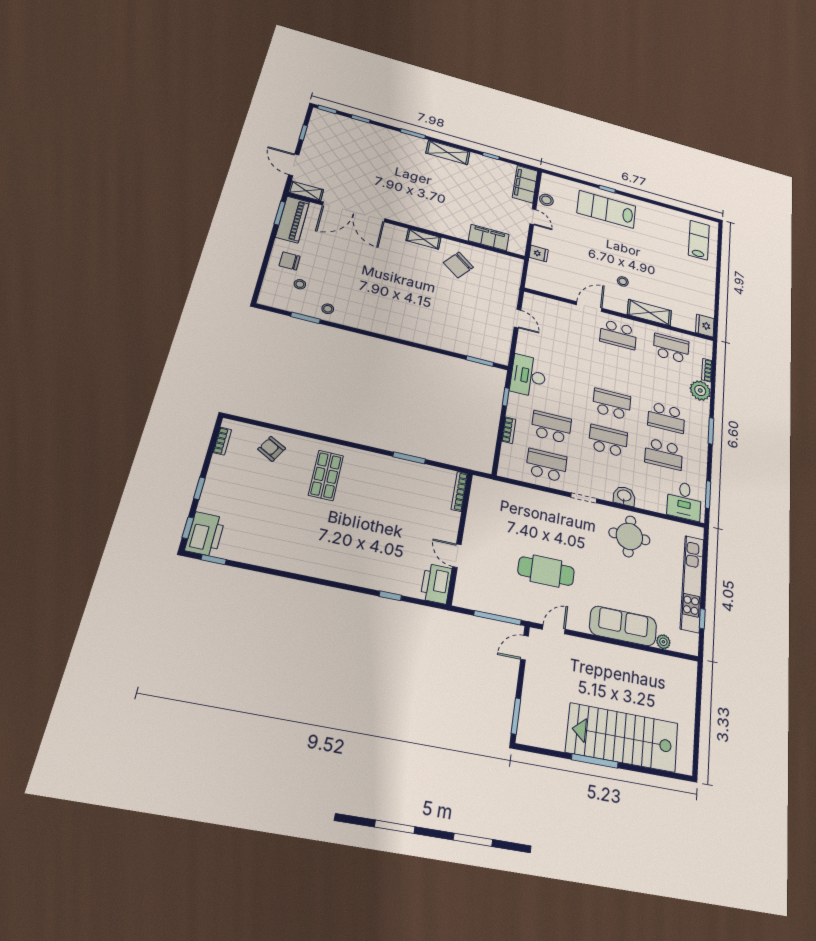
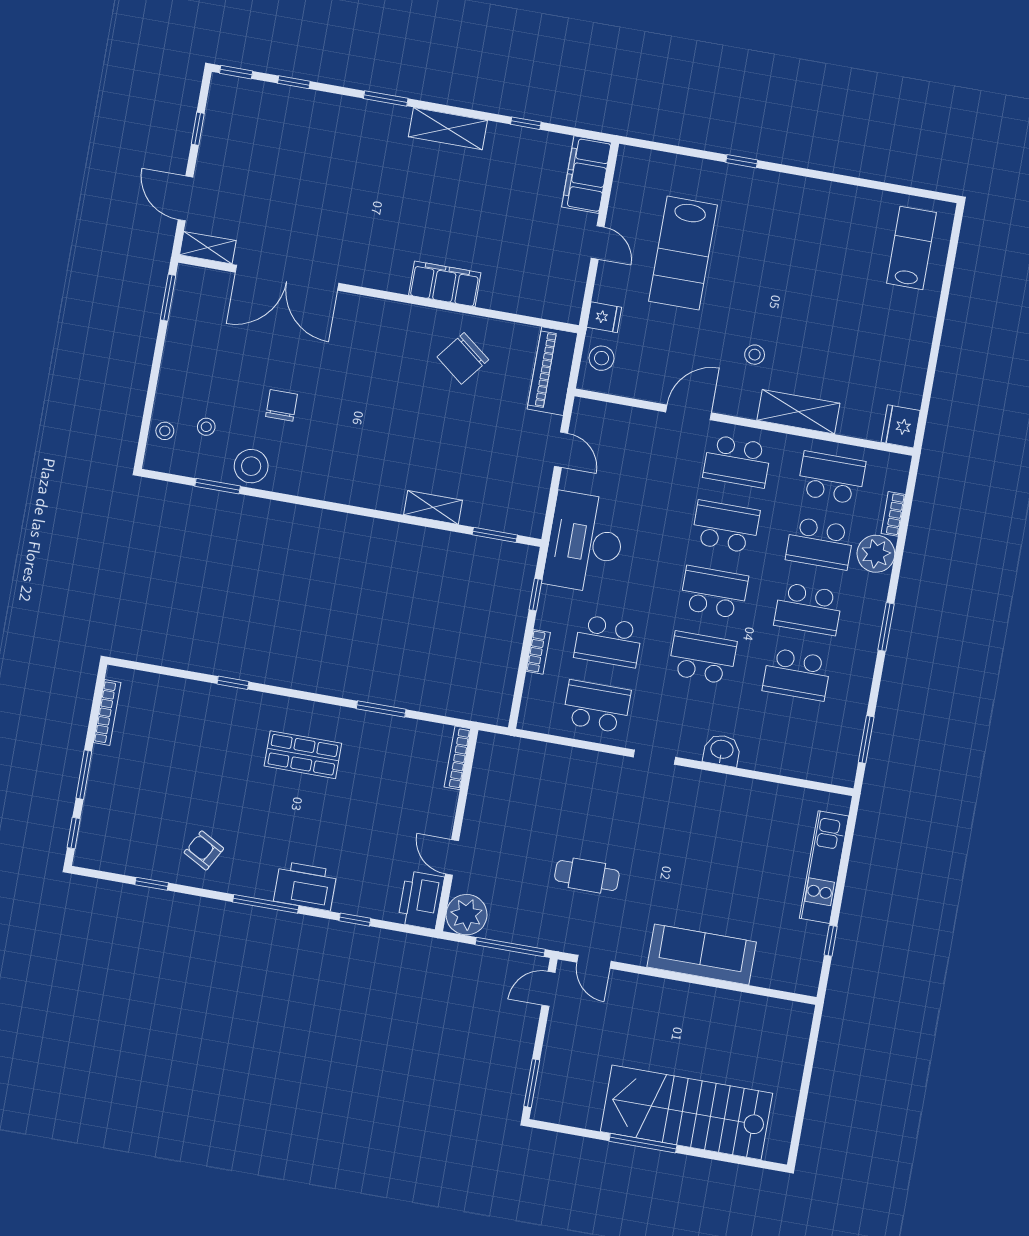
stool: (546, 200) -> (602, 358), moved
lab bench: (606, 209) -> (683, 253), moved, turned -90
piano: (292, 220) -> (552, 371), moved, turned 180
filing cabinet: (489, 237) -> (445, 284), moved
shelving: (424, 239) -> (433, 507), moved
chair: (290, 261) -> (282, 405), moved, turned 90
stool: (273, 284) -> (165, 431), added
stool: (328, 309) -> (251, 466), width x1.89, depth x1.89
school desk: (615, 369) -> (726, 527), added
desk: (528, 376) -> (585, 543), width x1.36, depth x1.30
school desk: (669, 382) -> (820, 543), added
school desk: (551, 427) -> (608, 641), turned 180
window: (310, 435) -> (233, 683), added
bookcase: (222, 441) -> (107, 713), width x1.56
armchair: (272, 449) -> (204, 850), moved
shop shelf: (326, 475) -> (303, 755), moved, turned 90
window: (199, 488) -> (84, 775), width x1.50
desk: (684, 501) -> (823, 752), removed
printer: (205, 534) -> (305, 886), moved, turned -90
round table: (629, 536) -> (724, 816), removed
window: (214, 560) -> (152, 884), moved
cafe table: (546, 571) -> (587, 876), width x0.73, depth x0.74
window: (327, 583) -> (266, 904), added
kitchen unit: (692, 584) -> (824, 867), width x0.73
door: (554, 629) -> (594, 962), swing flipped
plant: (663, 642) -> (467, 915), moved, width x1.88, depth x1.88

